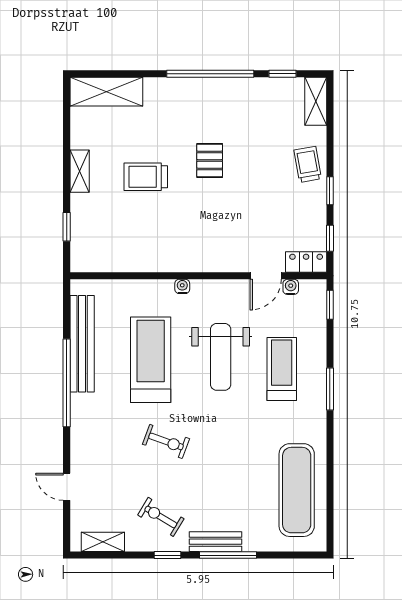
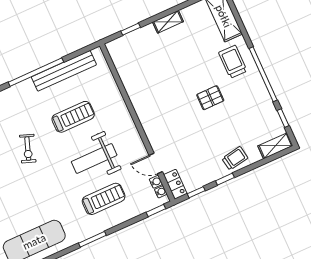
trolley: (146, 177) -> (233, 62), moved
water cooler: (182, 286) -> (161, 192), moved
treadmill: (151, 360) -> (73, 117), width x0.73, depth x0.73
window: (330, 389) -> (92, 239), moved

